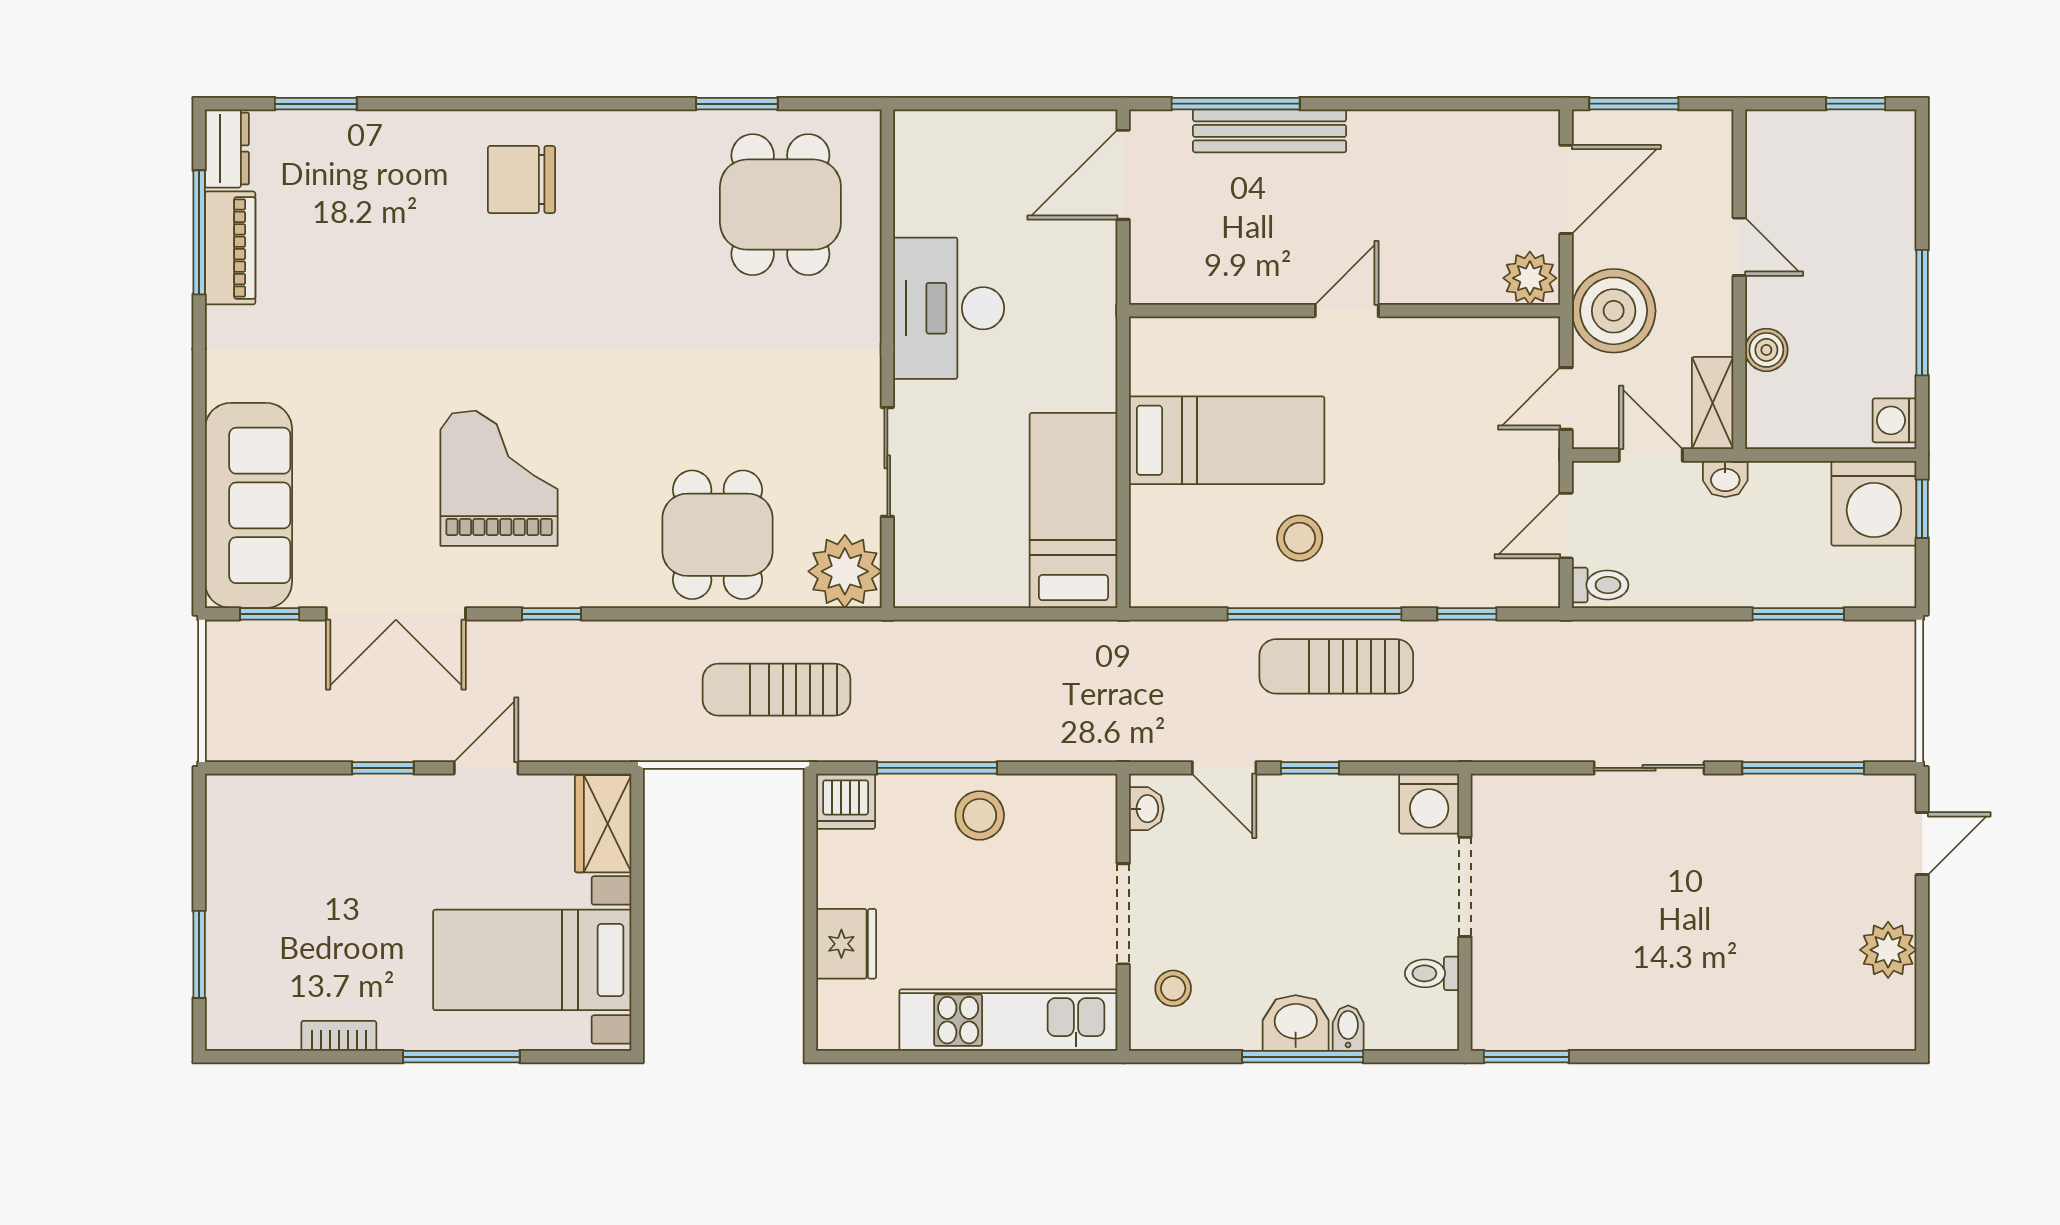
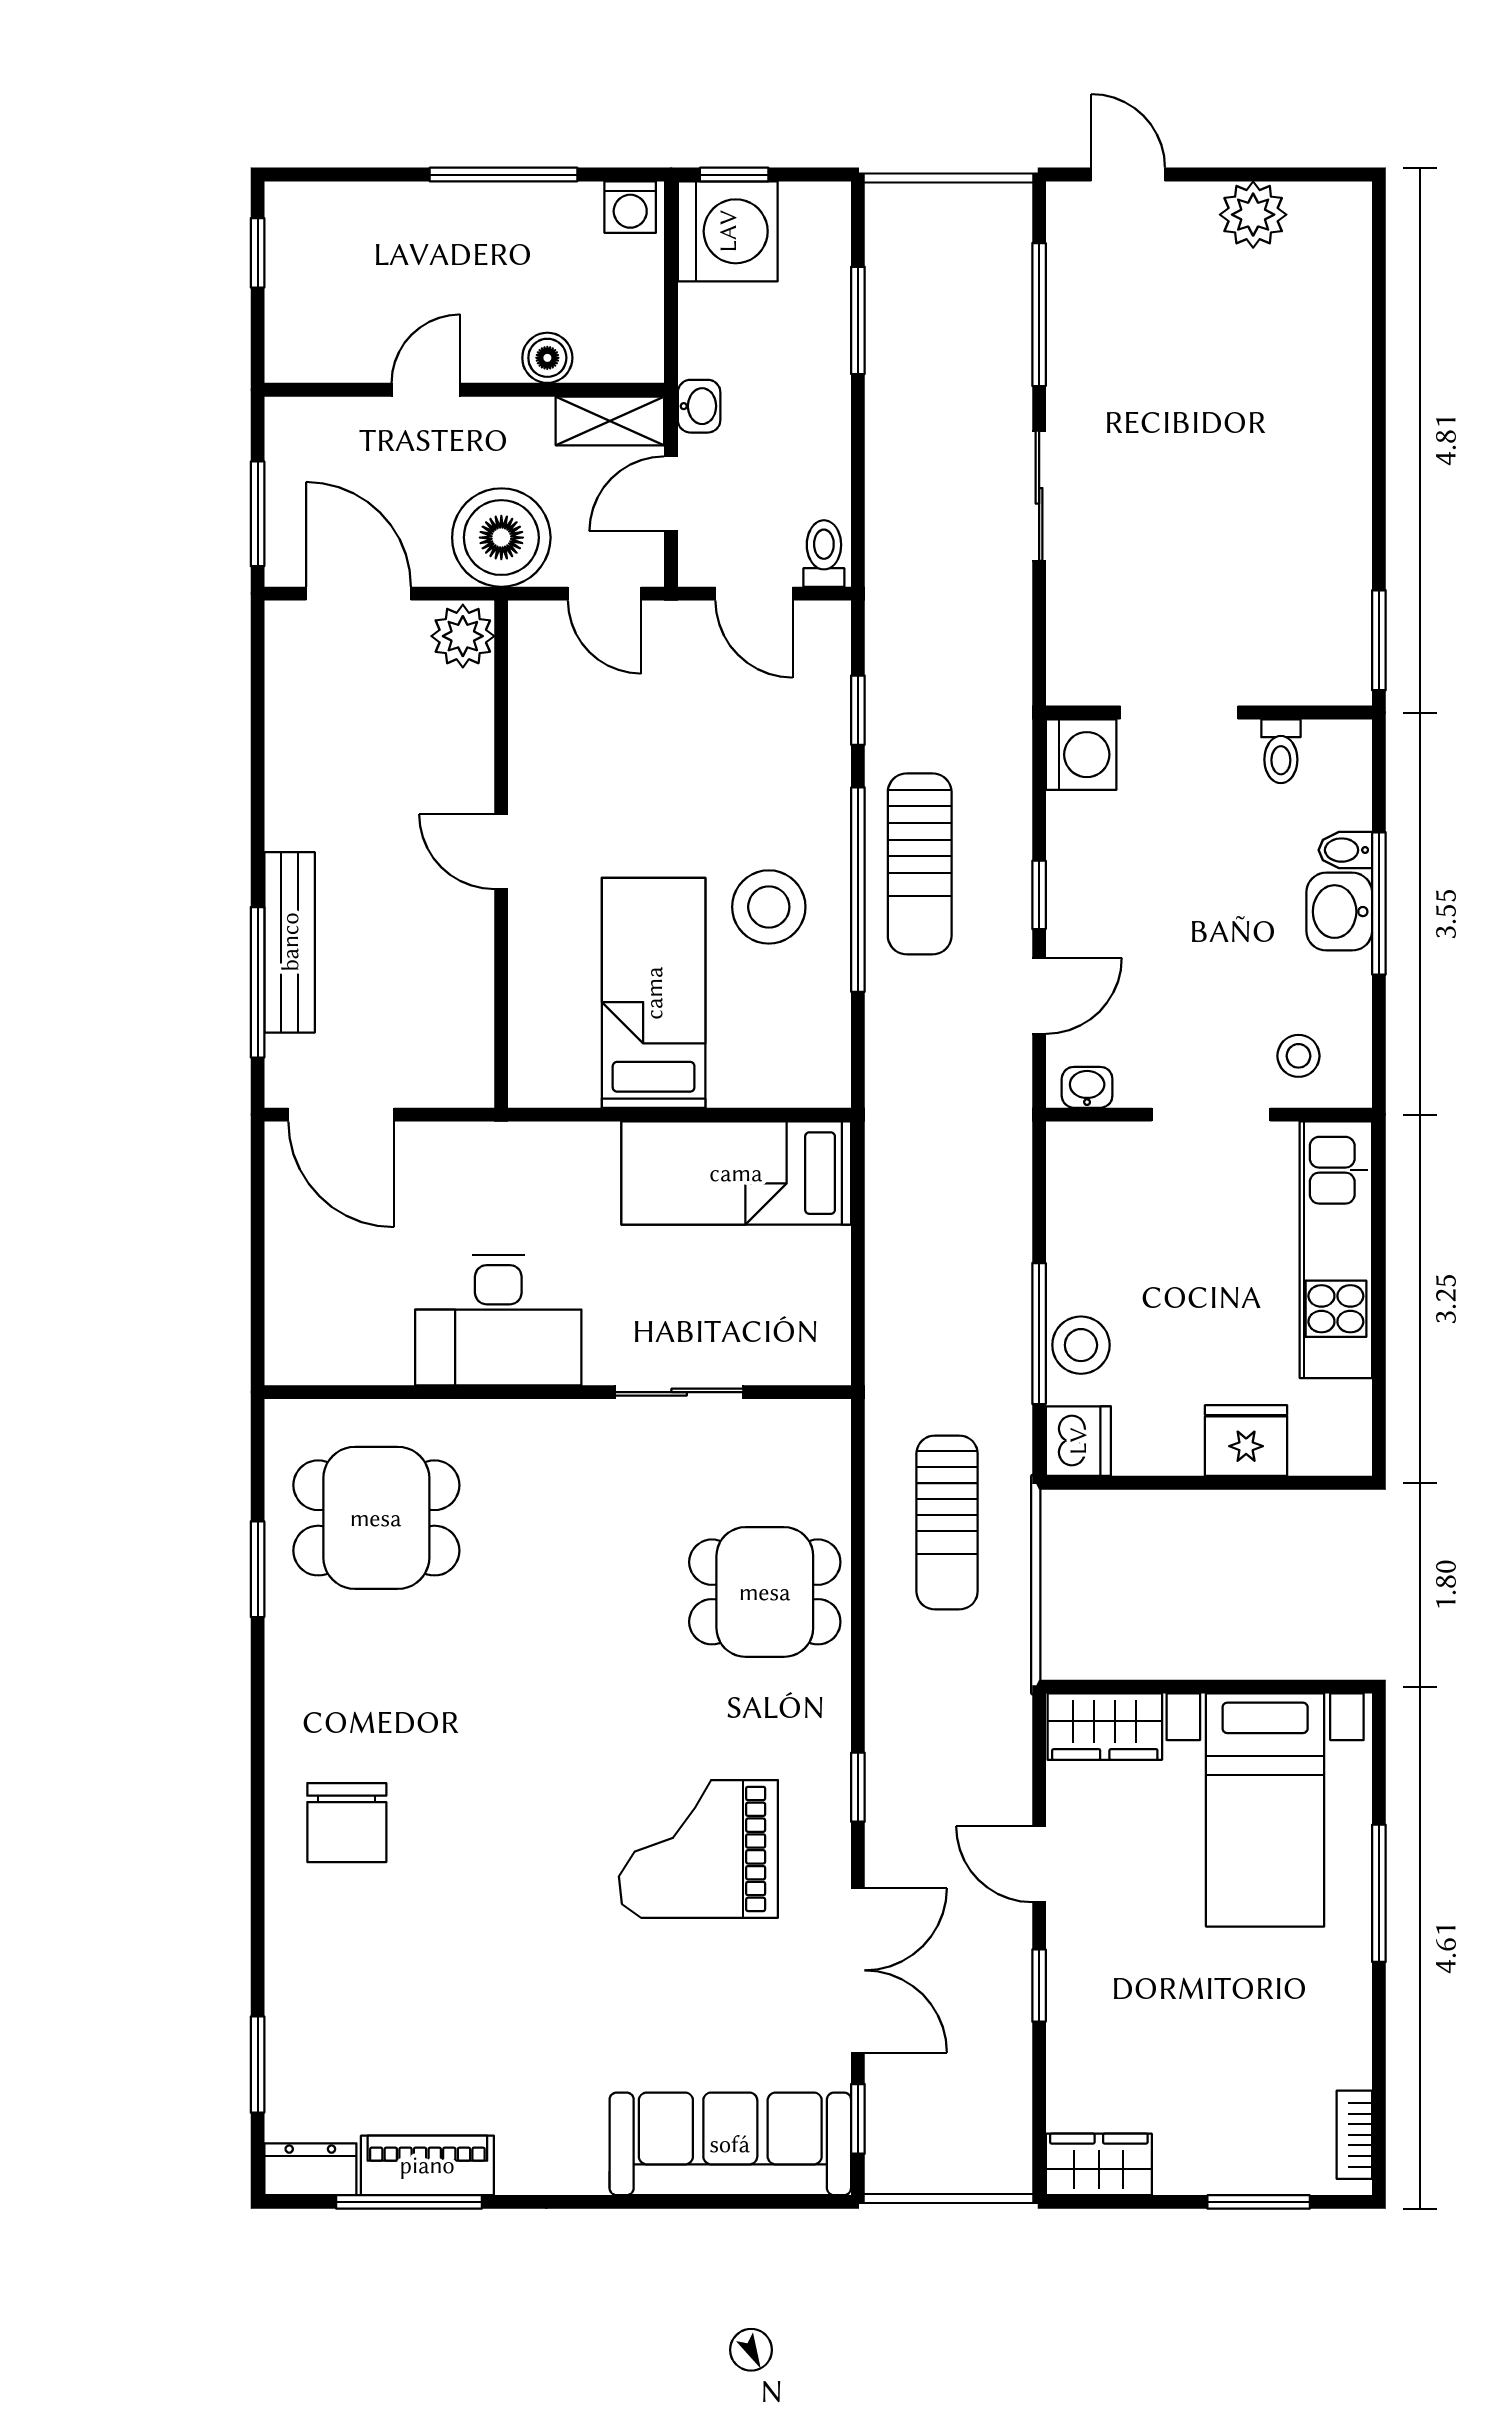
stool: (1300, 538) -> (769, 907), width x1.38, depth x1.38
plant: (845, 571) -> (808, 1442), removed
stool: (980, 815) -> (1081, 1345), moved
wardrobe: (231, 819) -> (1099, 2164), added
bookcase: (339, 1036) -> (1354, 2135), moved

